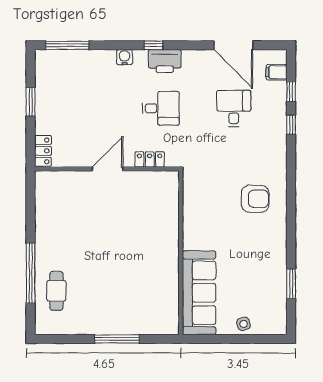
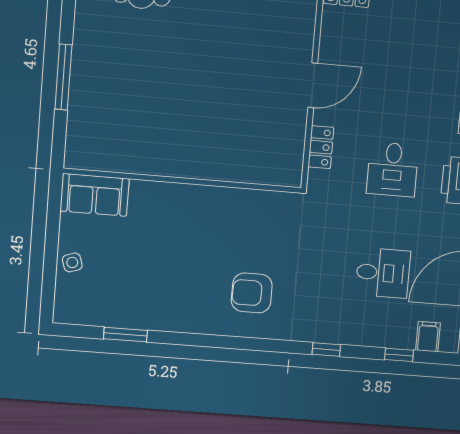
window: (291, 125) -> (326, 349), moved
door: (108, 169) -> (313, 85), hinge flipped
armchair: (255, 199) -> (252, 293), turned 90
sofa: (199, 293) -> (95, 195), width x0.54, depth x0.79

